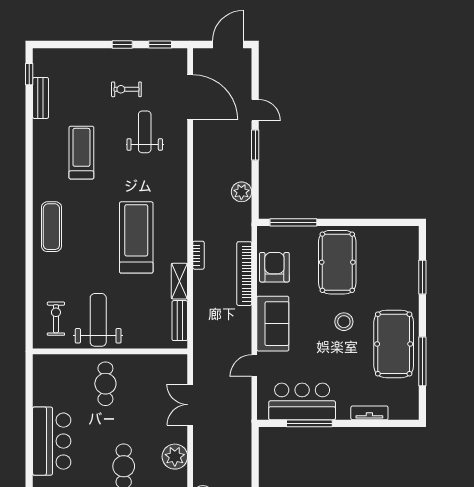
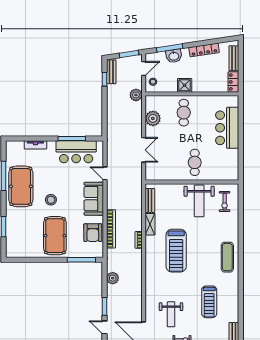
door: (254, 366) -> (105, 173), swing flipped

